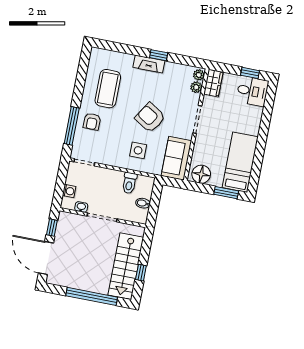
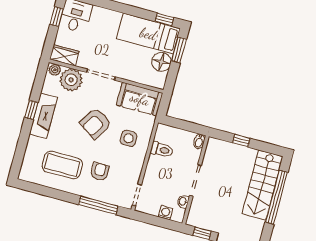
fireplace: (149, 64) -> (43, 116), width x1.37, depth x1.32
plant: (196, 87) -> (71, 80), width x1.88, depth x1.88
armchair: (92, 122) -> (100, 172), moved, turned -90
floor lamp: (201, 174) -> (161, 62), moved
window: (255, 177) -> (164, 19), added
bidet: (143, 203) -> (199, 141), moved
stairs: (126, 266) -> (262, 185), moved, turned 90
window: (141, 273) -> (241, 141), moved

